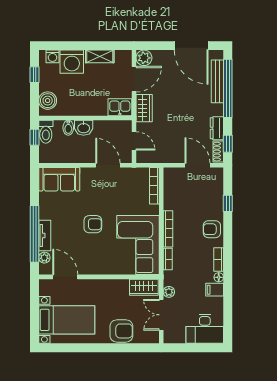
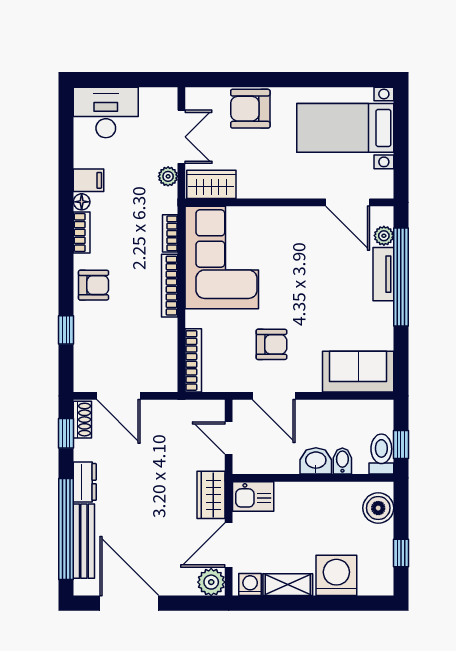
washing machine: (52, 56) -> (250, 585), moved
dresser: (217, 128) -> (85, 482), moved
armchair: (93, 224) -> (271, 344), moved, turned 180

